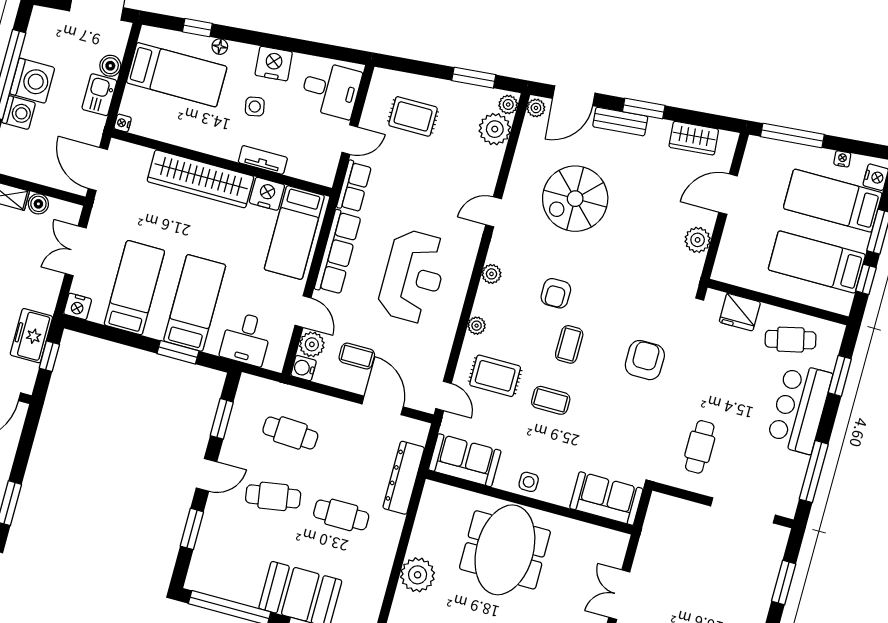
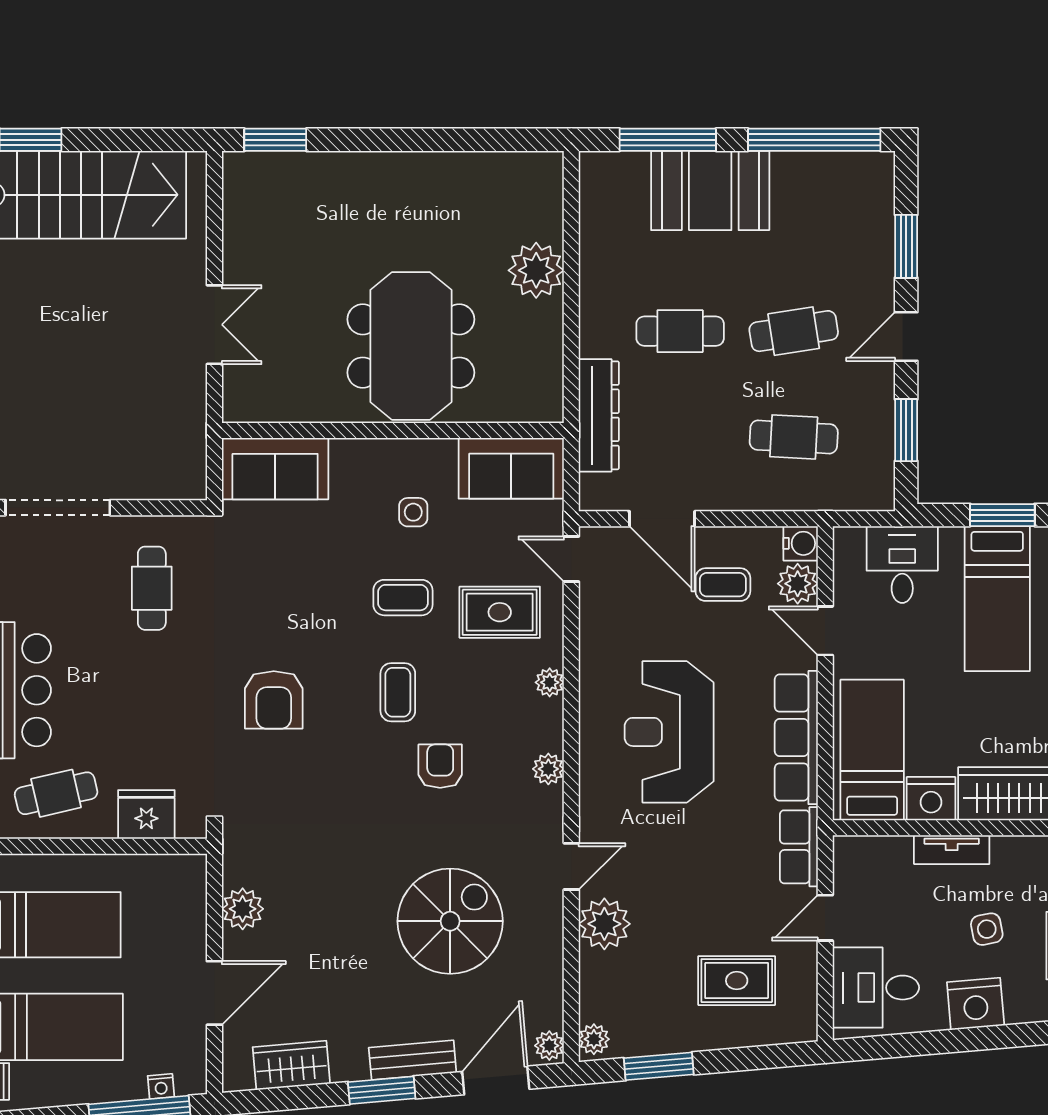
plant: (495, 129) -> (604, 924), moved
nightstand: (842, 159) -> (161, 1086), moved
side table: (529, 482) -> (413, 512), moved

